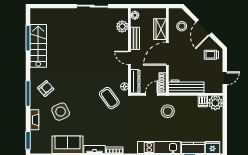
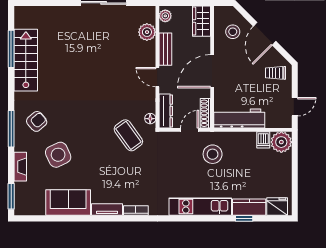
wardrobe: (160, 29) -> (202, 21), moved

